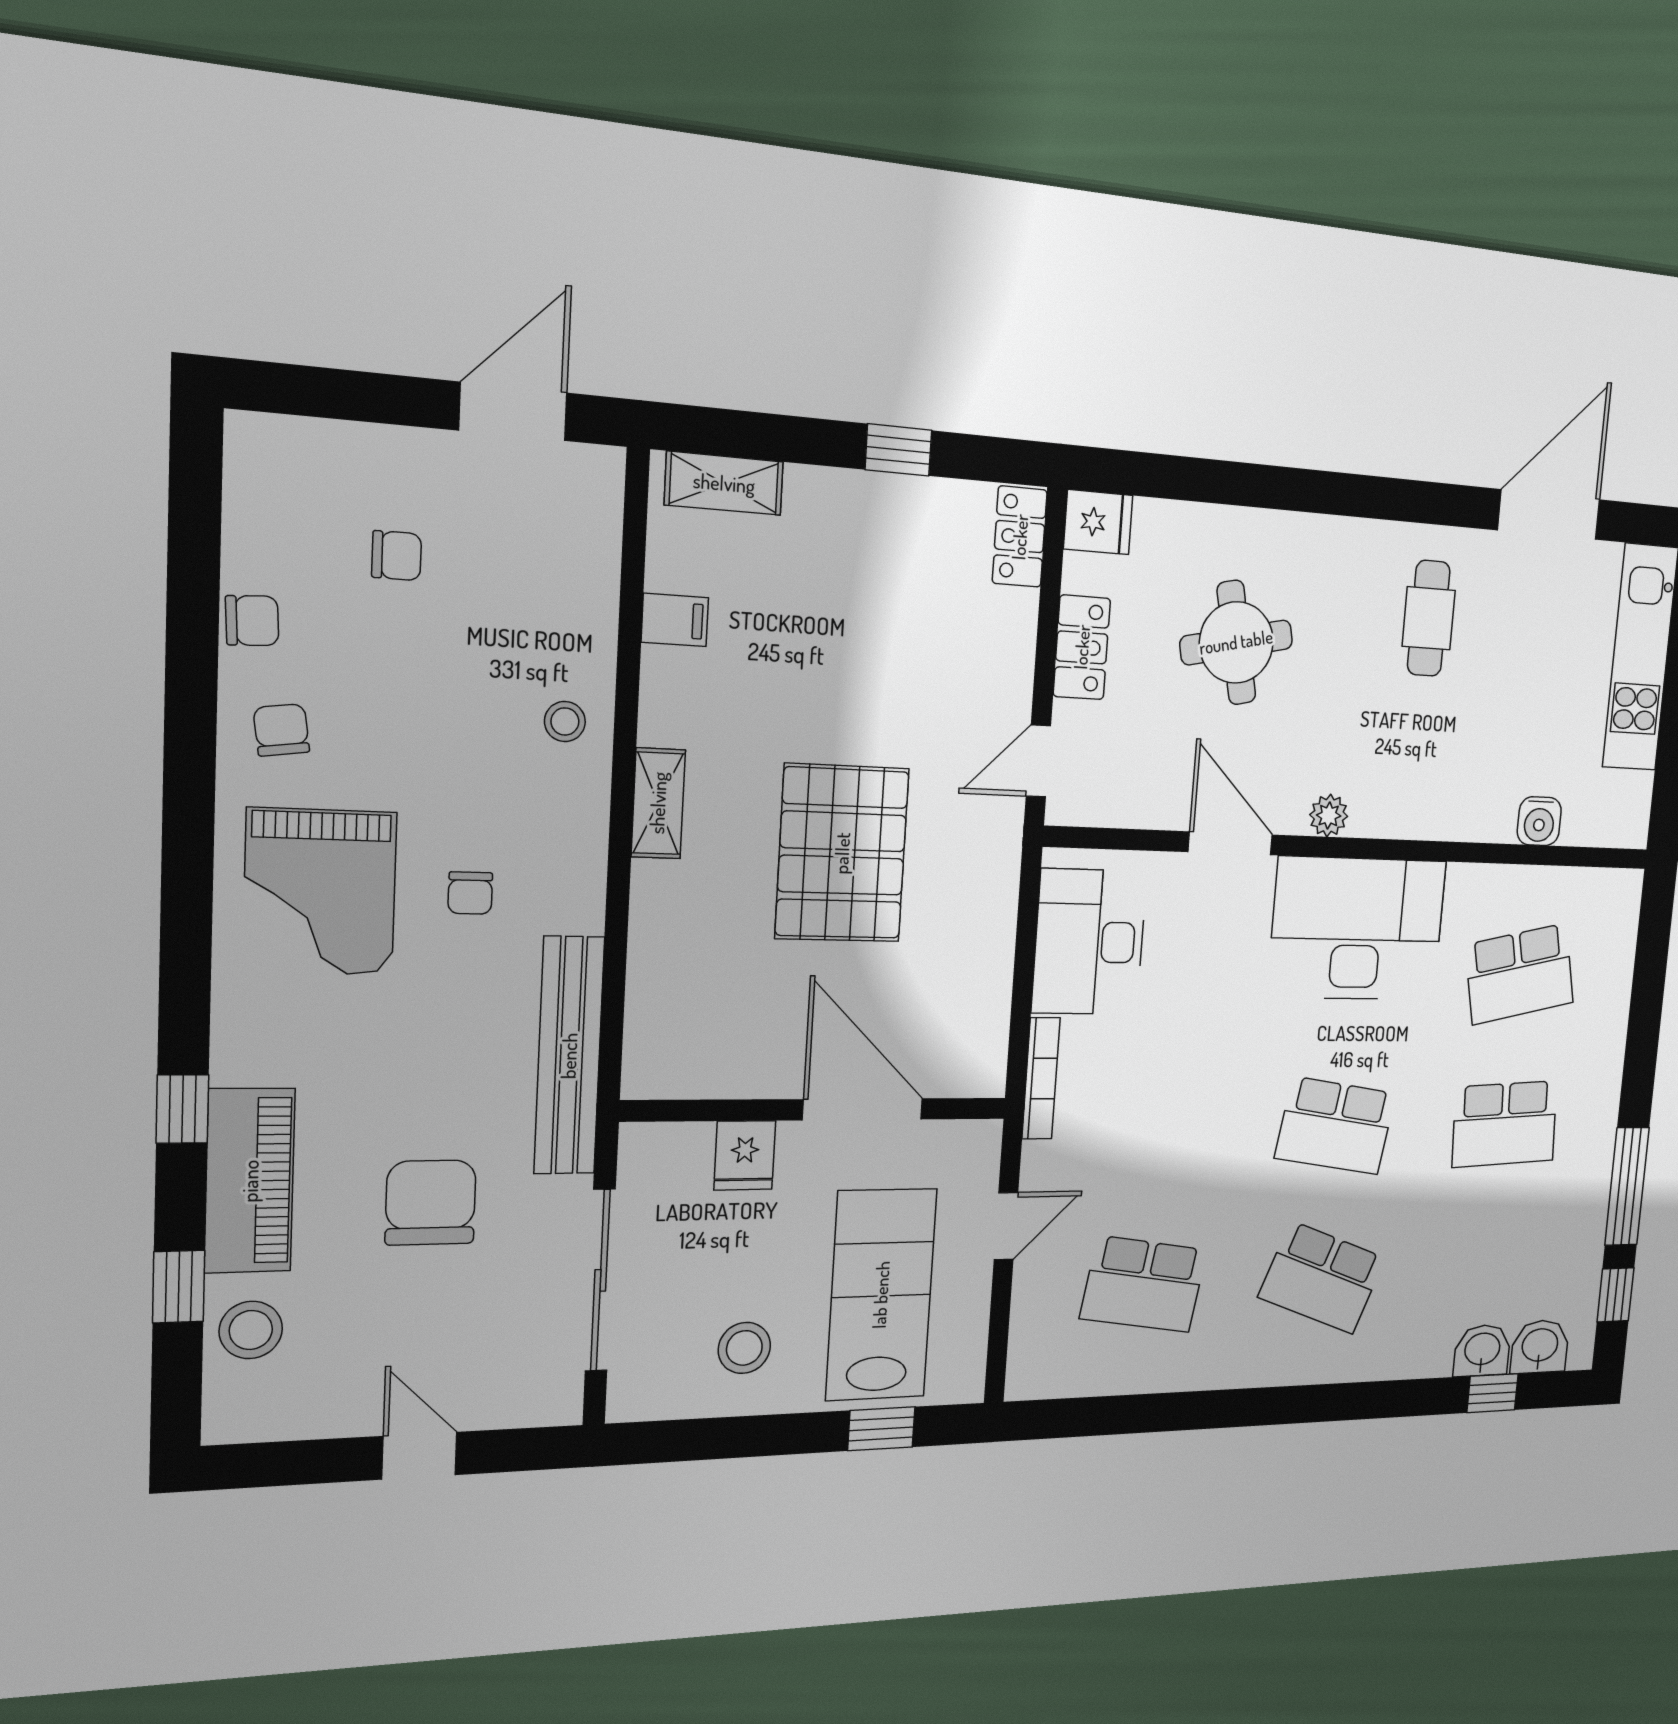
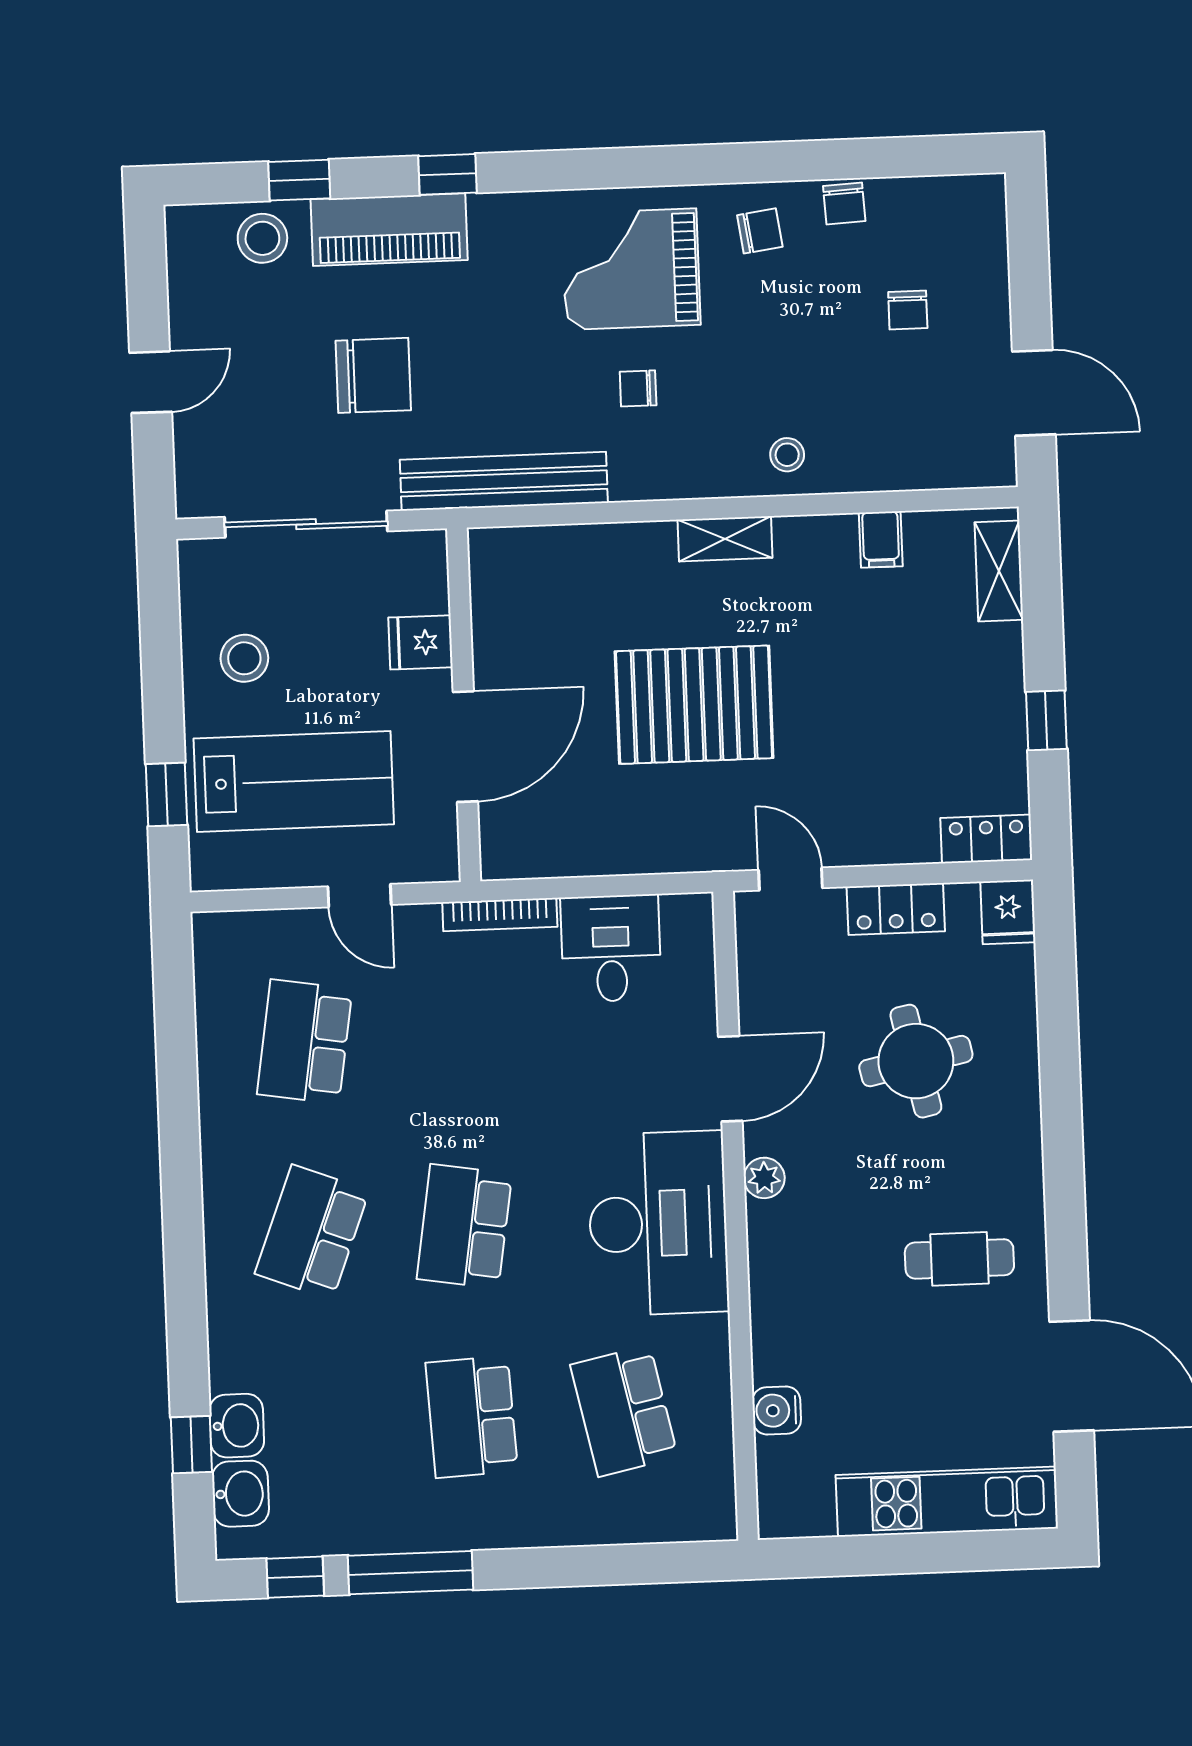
desk: (1089, 942) -> (611, 948), width x0.73

